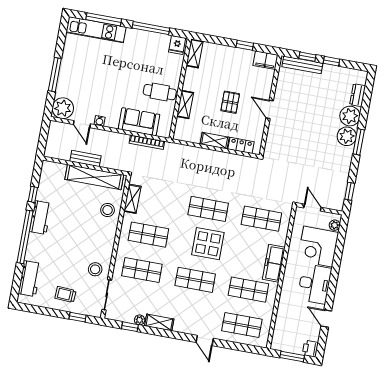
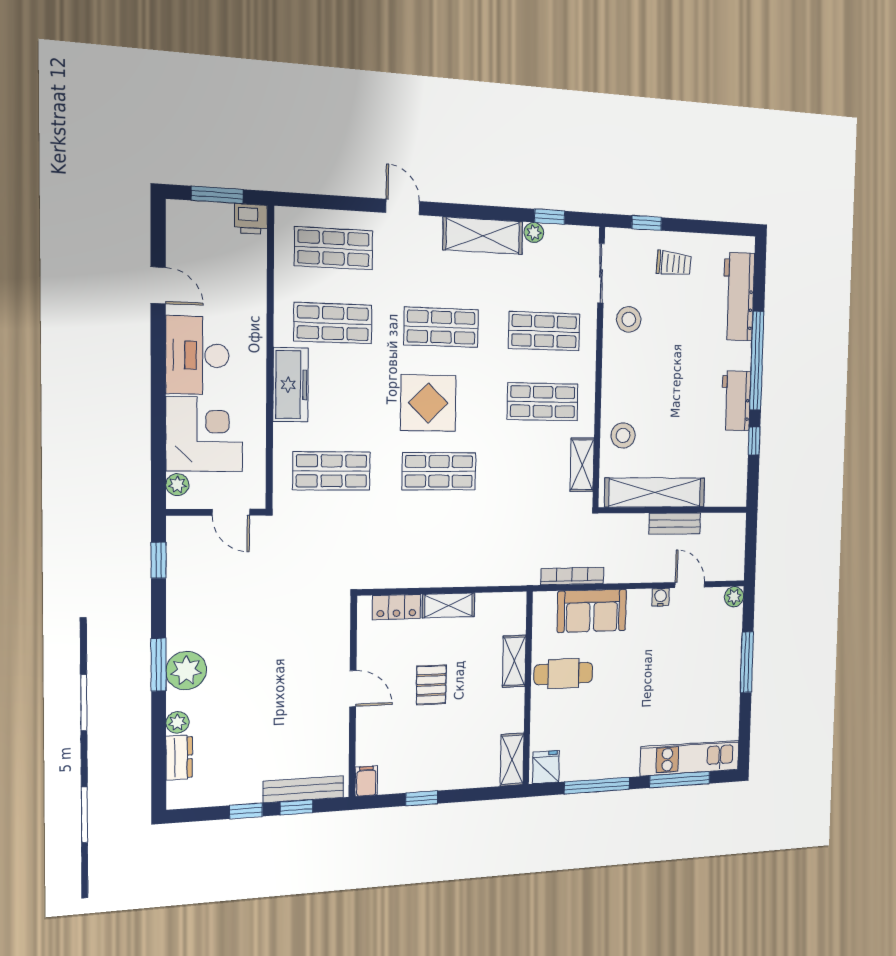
filing cabinet: (266, 60) -> (366, 781), width x0.50
plant: (63, 108) -> (734, 597), width x0.53, depth x0.53
plant: (350, 116) -> (177, 722), width x0.53, depth x0.53
workbench: (30, 279) -> (738, 297), width x1.38
shelving: (159, 322) -> (483, 236), width x1.50, depth x1.33
printer: (310, 349) -> (251, 219), moved, turned 90

